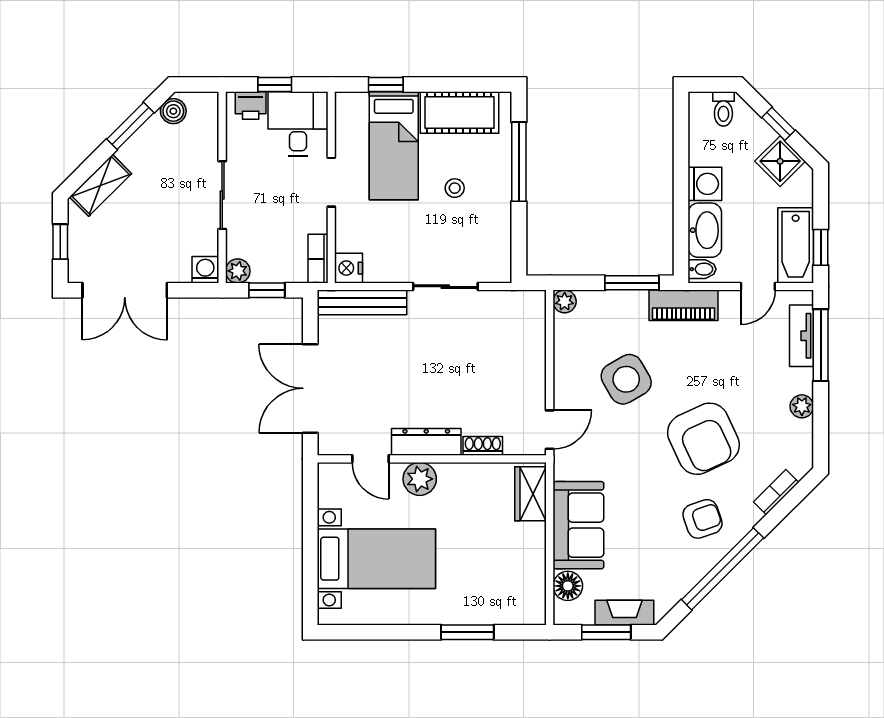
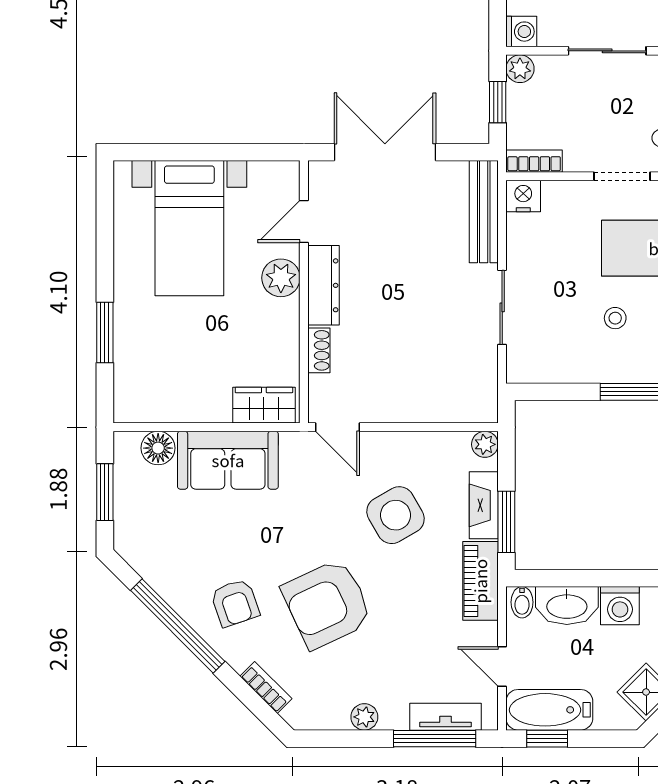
fireplace: (624, 613) -> (484, 505), moved, turned 180

